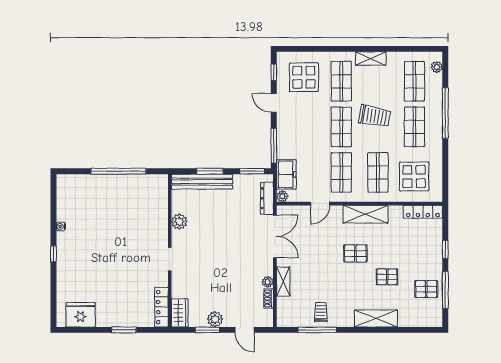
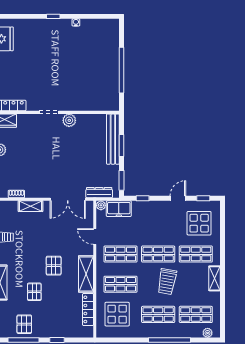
window: (274, 146) -> (143, 198), width x0.46
locker: (423, 212) -> (88, 309), moved
plant: (179, 222) -> (69, 120), moved
plant: (268, 282) -> (30, 193), removed

